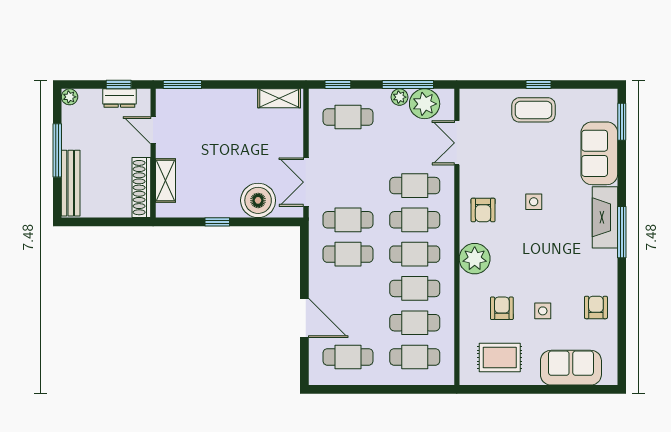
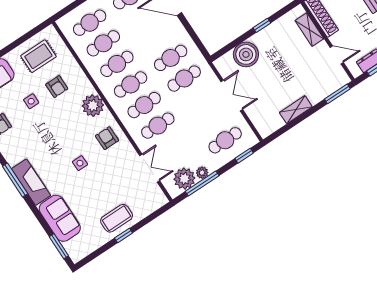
shelving: (279, 98) -> (296, 110), moved
double door: (306, 182) -> (232, 95), moved

